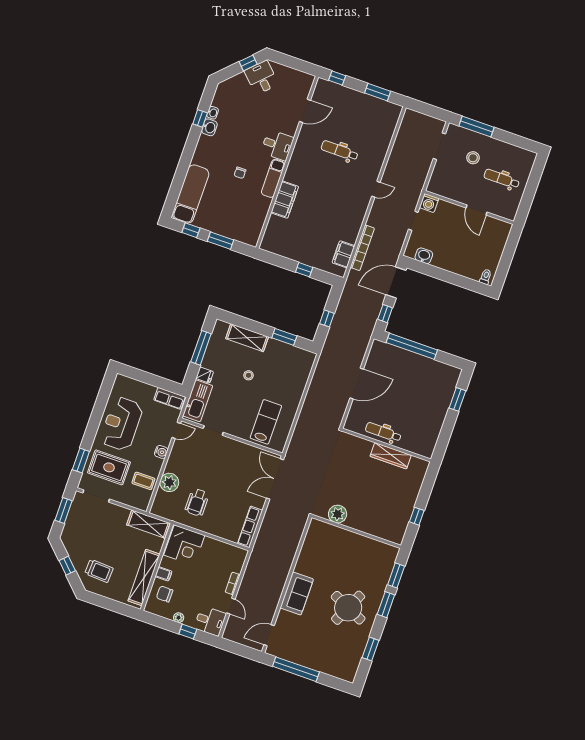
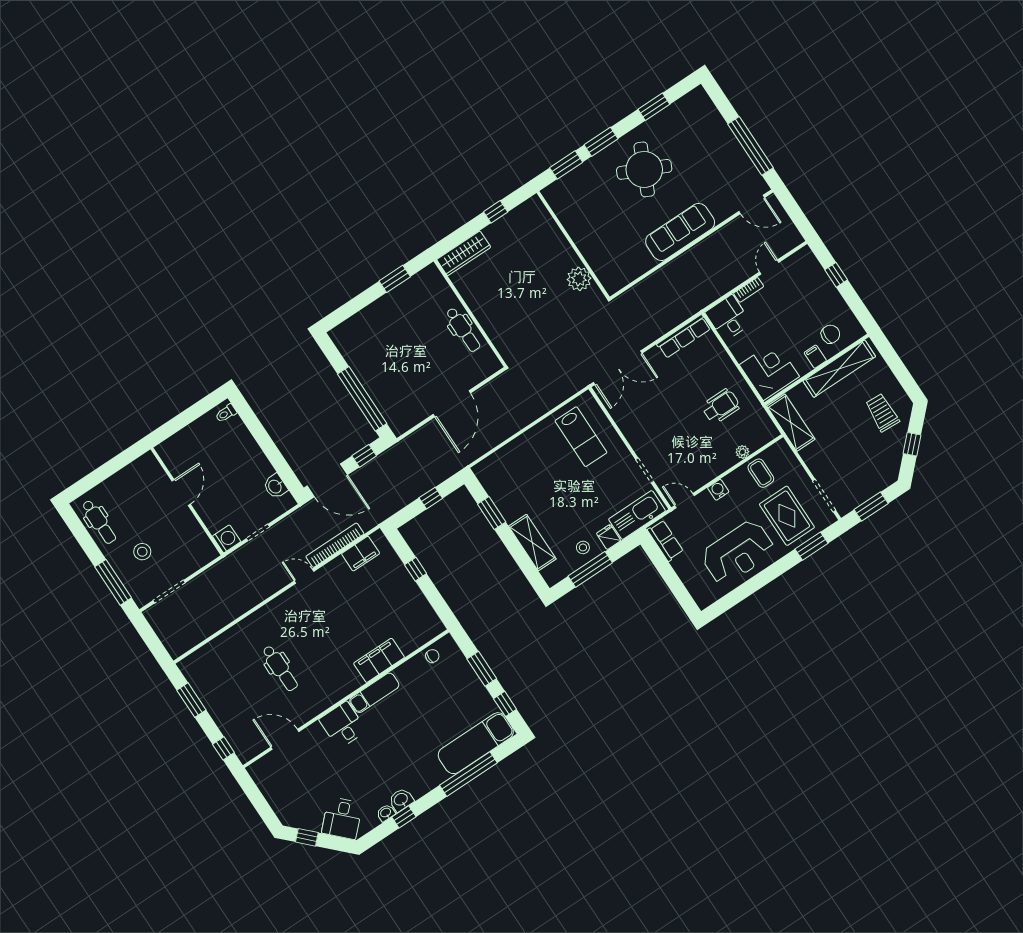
desk: (261, 78) -> (342, 818), moved
window: (181, 173) -> (468, 774), added
chair: (240, 173) -> (432, 656), moved
dental chair: (502, 179) -> (99, 522), moved
door: (376, 189) -> (304, 576), moved
stool: (249, 375) -> (583, 547), moved
door: (357, 383) -> (452, 404), swing flipped
window: (457, 399) -> (395, 279), moved
lab bench: (266, 422) -> (581, 437), turned -90
wardrobe: (391, 456) -> (464, 253), moved, turned 90
plant: (169, 482) -> (742, 452), width x0.53, depth x0.53
sofa: (297, 593) -> (680, 232), width x1.36
chair: (165, 594) -> (830, 334), turned -90
plant: (179, 618) -> (835, 297), removed
desk: (210, 621) -> (728, 318), moved

